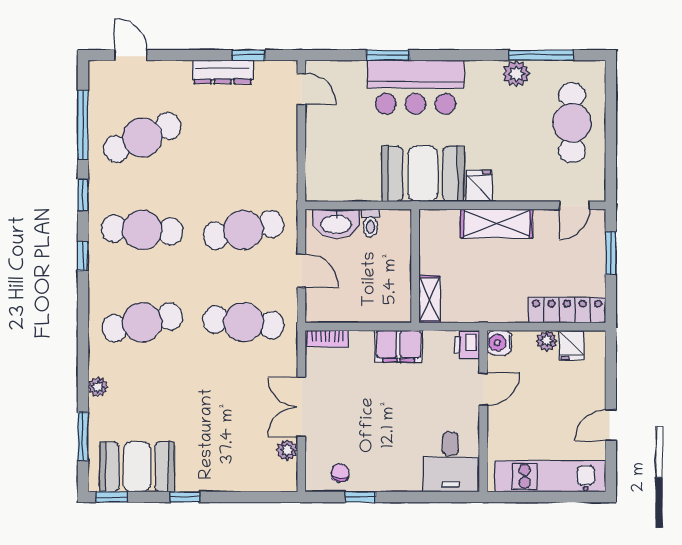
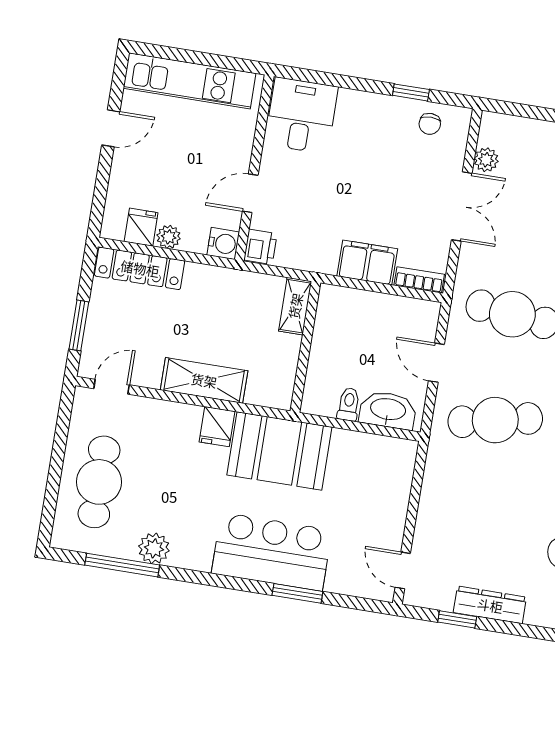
filing cabinet: (399, 346) -> (367, 262), moved

